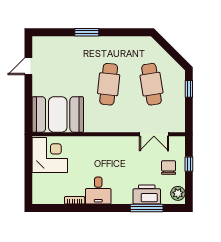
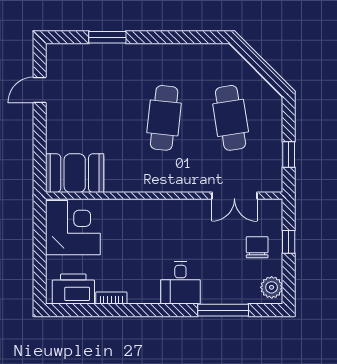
window: (87, 32) -> (107, 37), moved
window: (189, 89) -> (289, 155), moved
booth: (58, 114) -> (75, 173), width x0.73, depth x0.70
desk: (98, 191) -> (180, 283), moved
printer: (147, 195) -> (73, 289), moved

